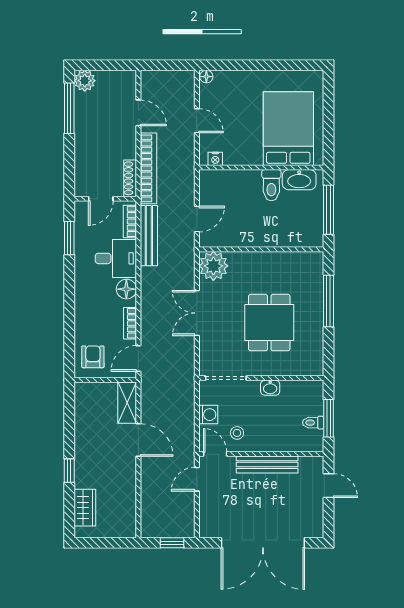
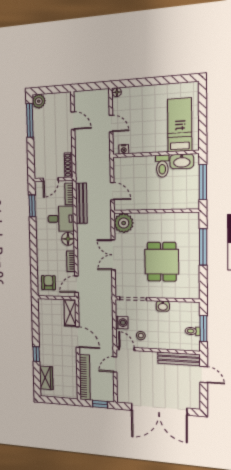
bed: (288, 129) -> (180, 125), width x0.67
bookcase: (148, 168) -> (85, 377), moved
door: (197, 219) -> (112, 191), hinge flipped
bench: (267, 465) -> (179, 359), moved

